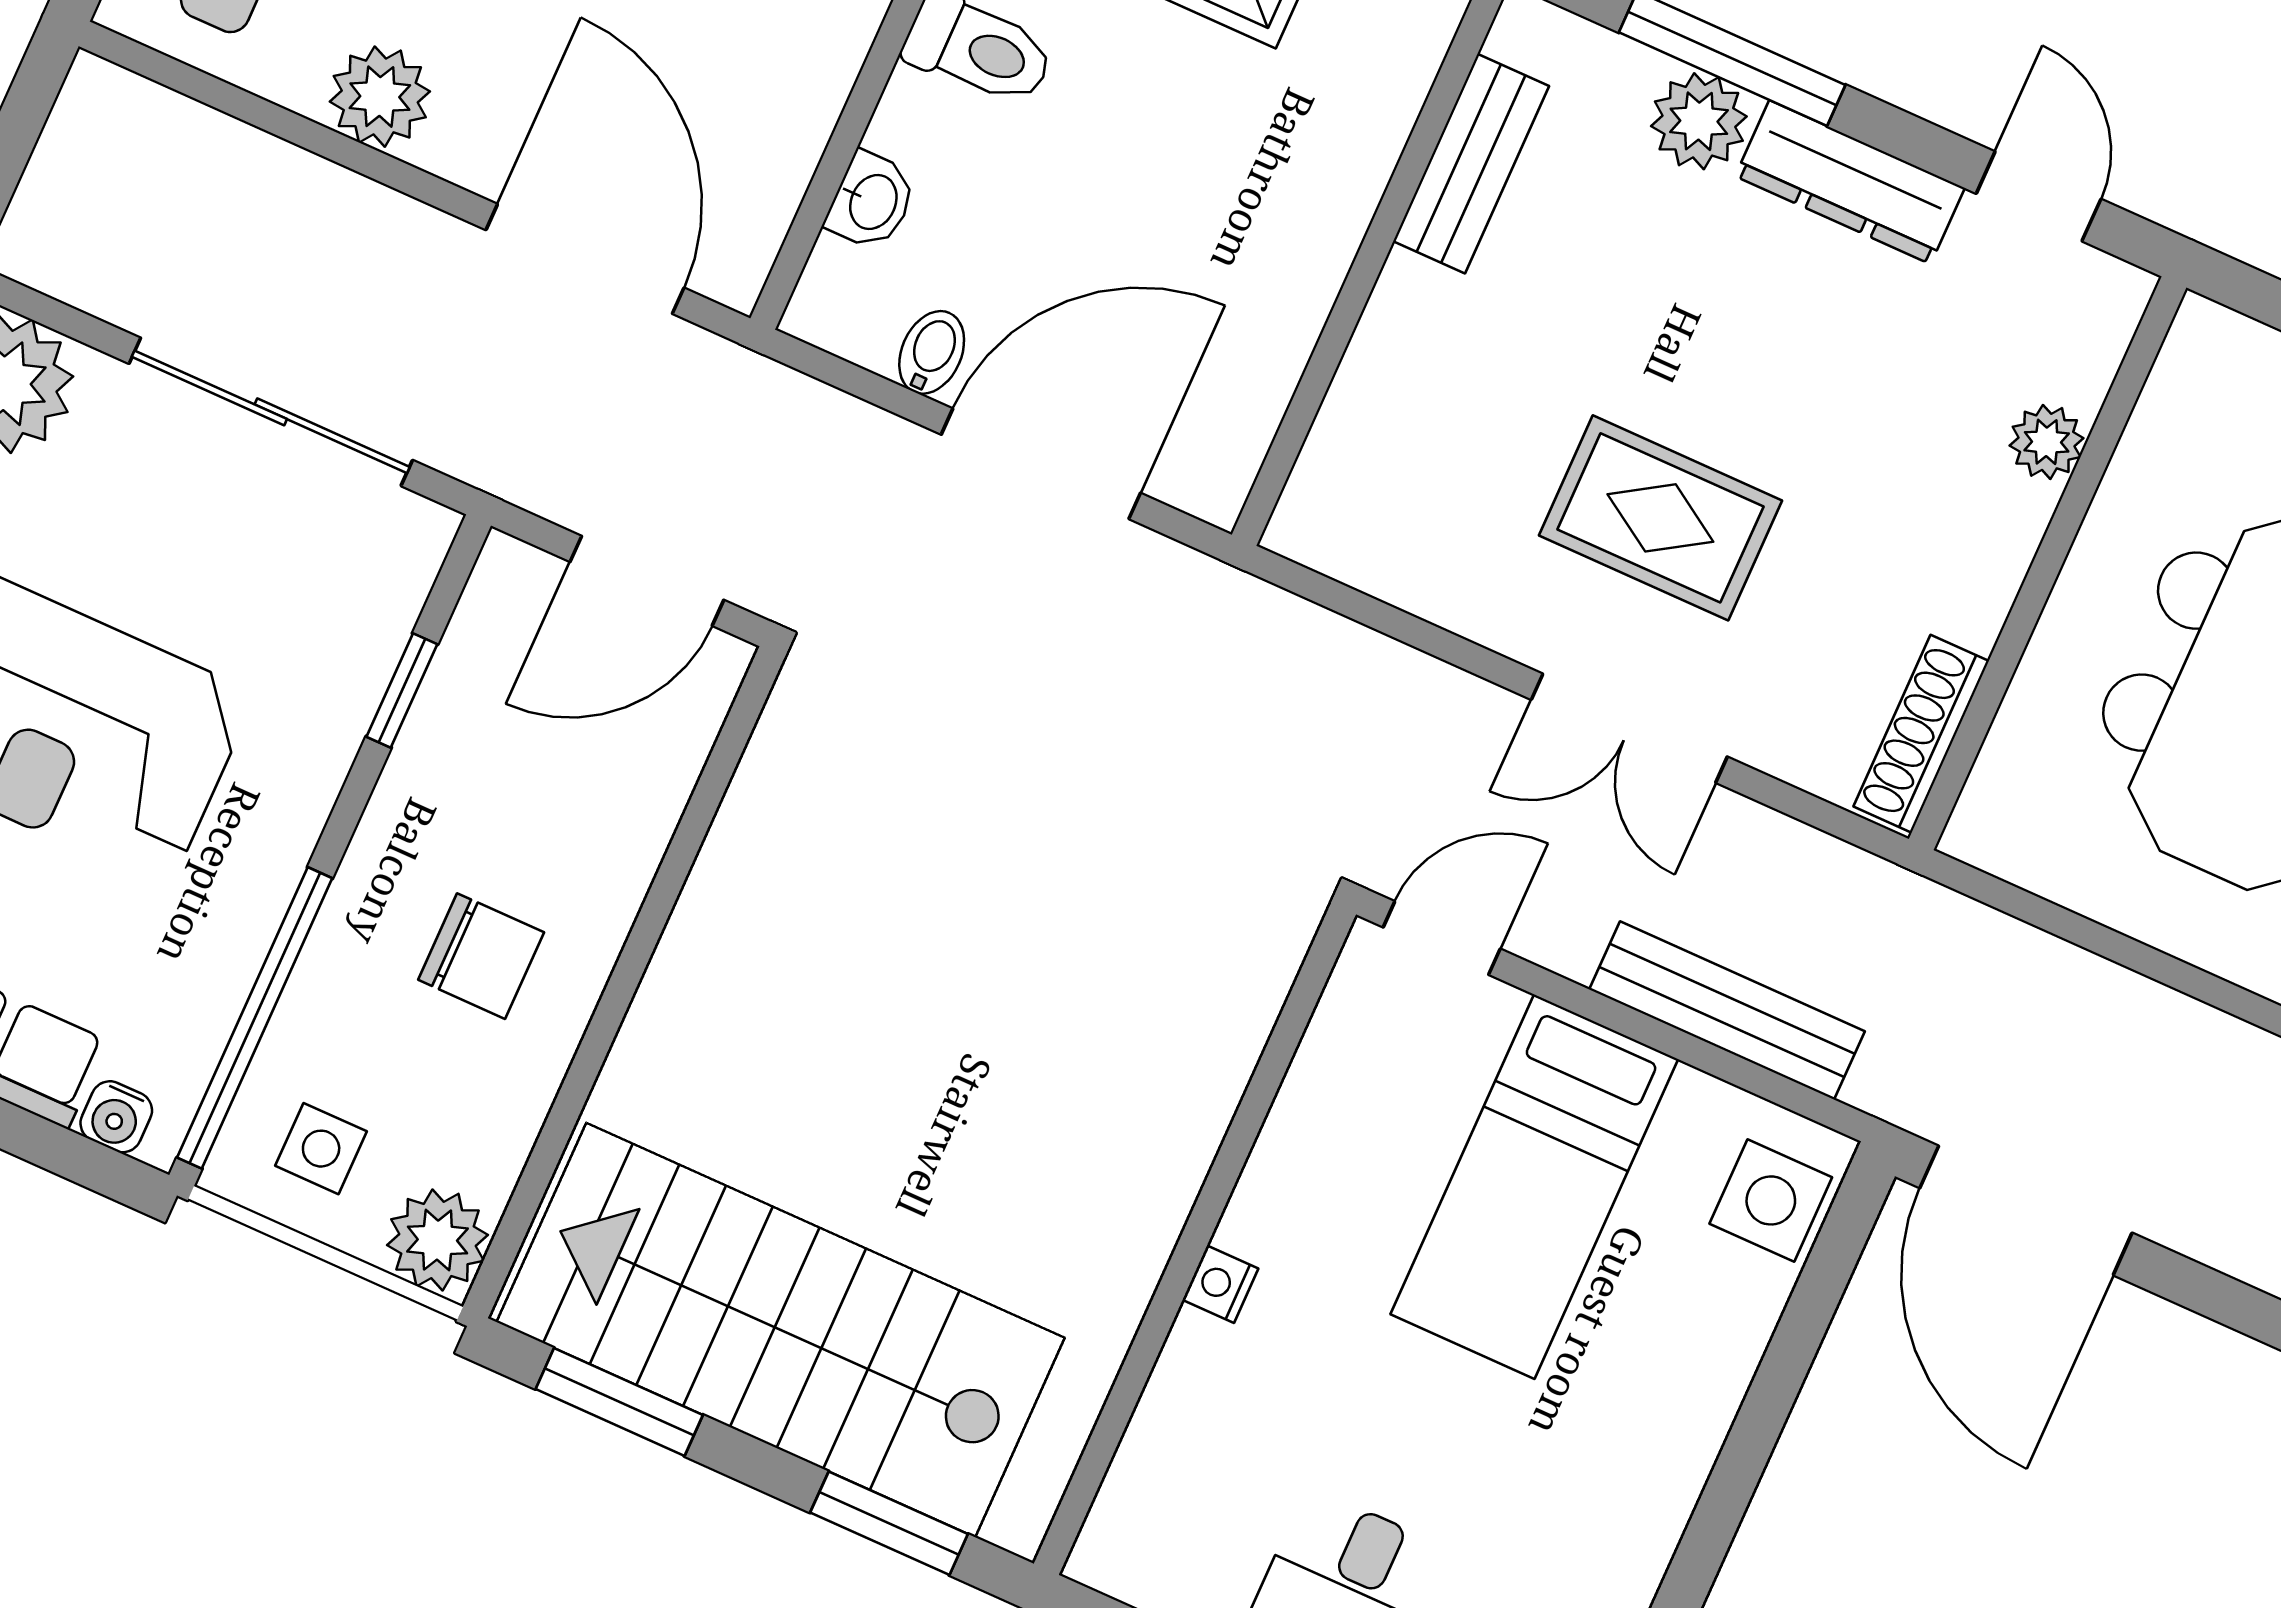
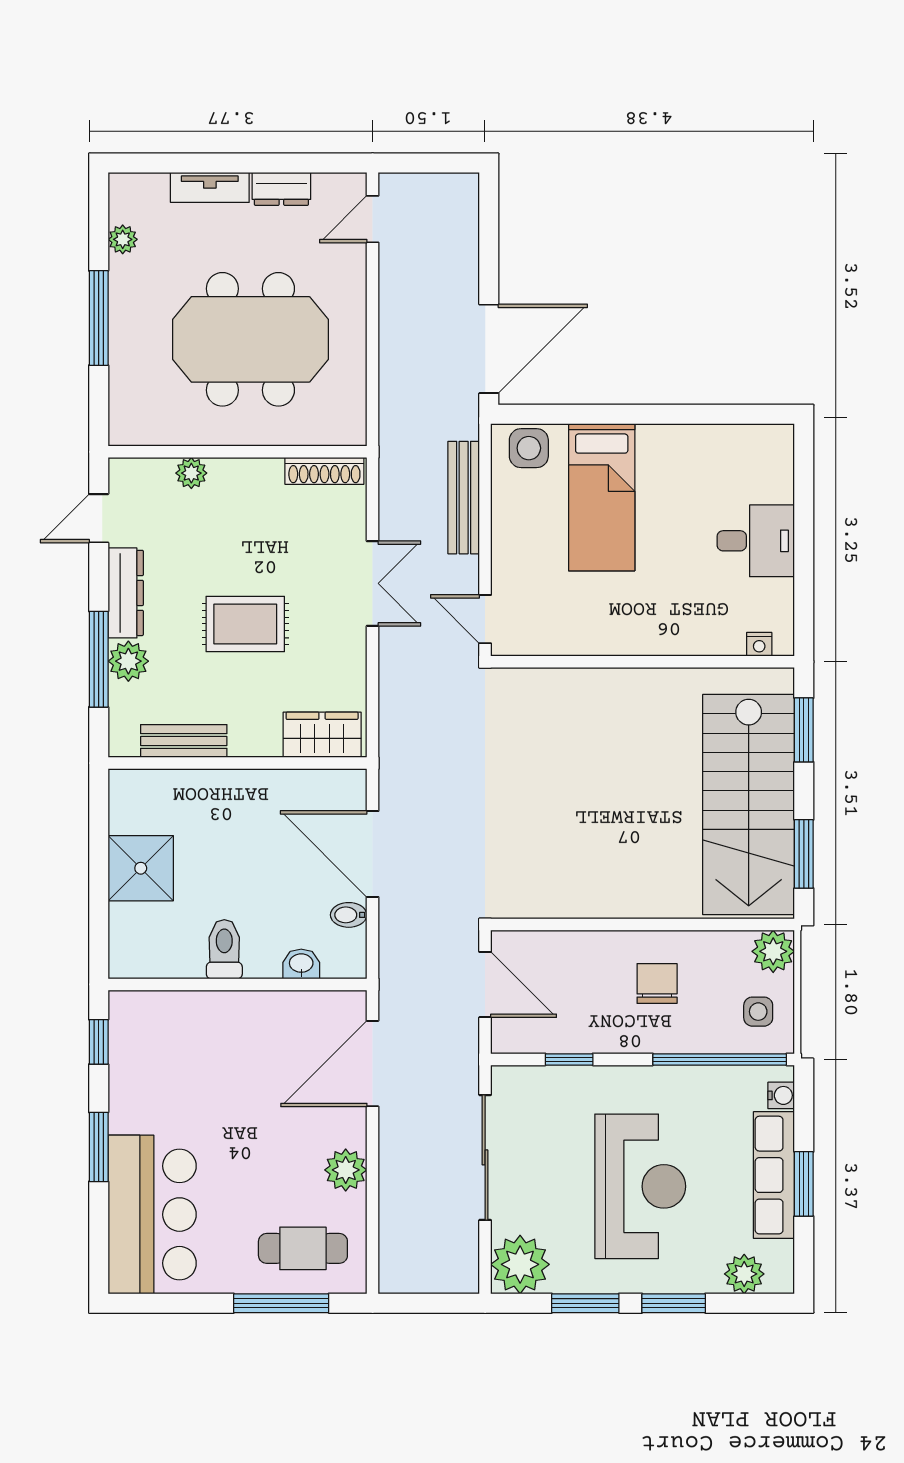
wardrobe: (1349, 471) -> (322, 735), added
rug: (1660, 518) -> (245, 624), moved, turned 90
bed: (1534, 1187) -> (602, 497), moved, turned 90
nightstand: (1220, 1284) -> (759, 644), moved

